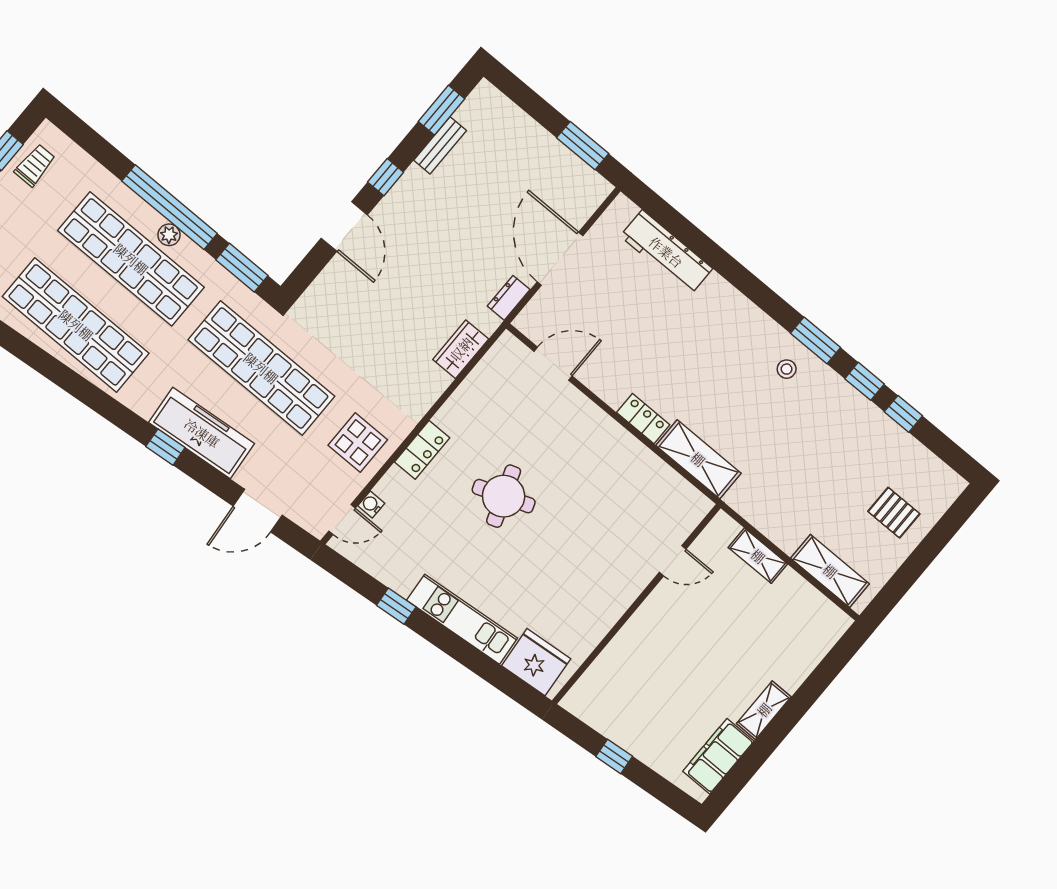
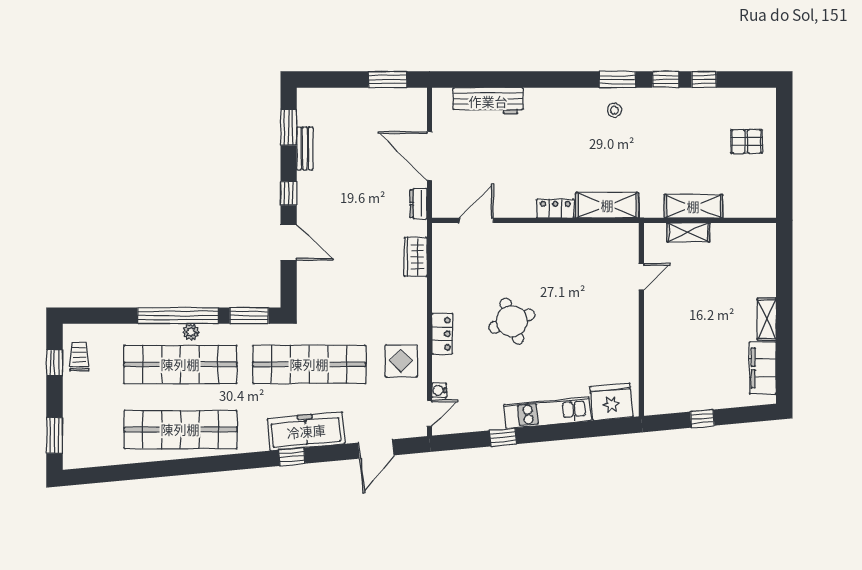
shelving: (830, 571) -> (693, 206), moved

